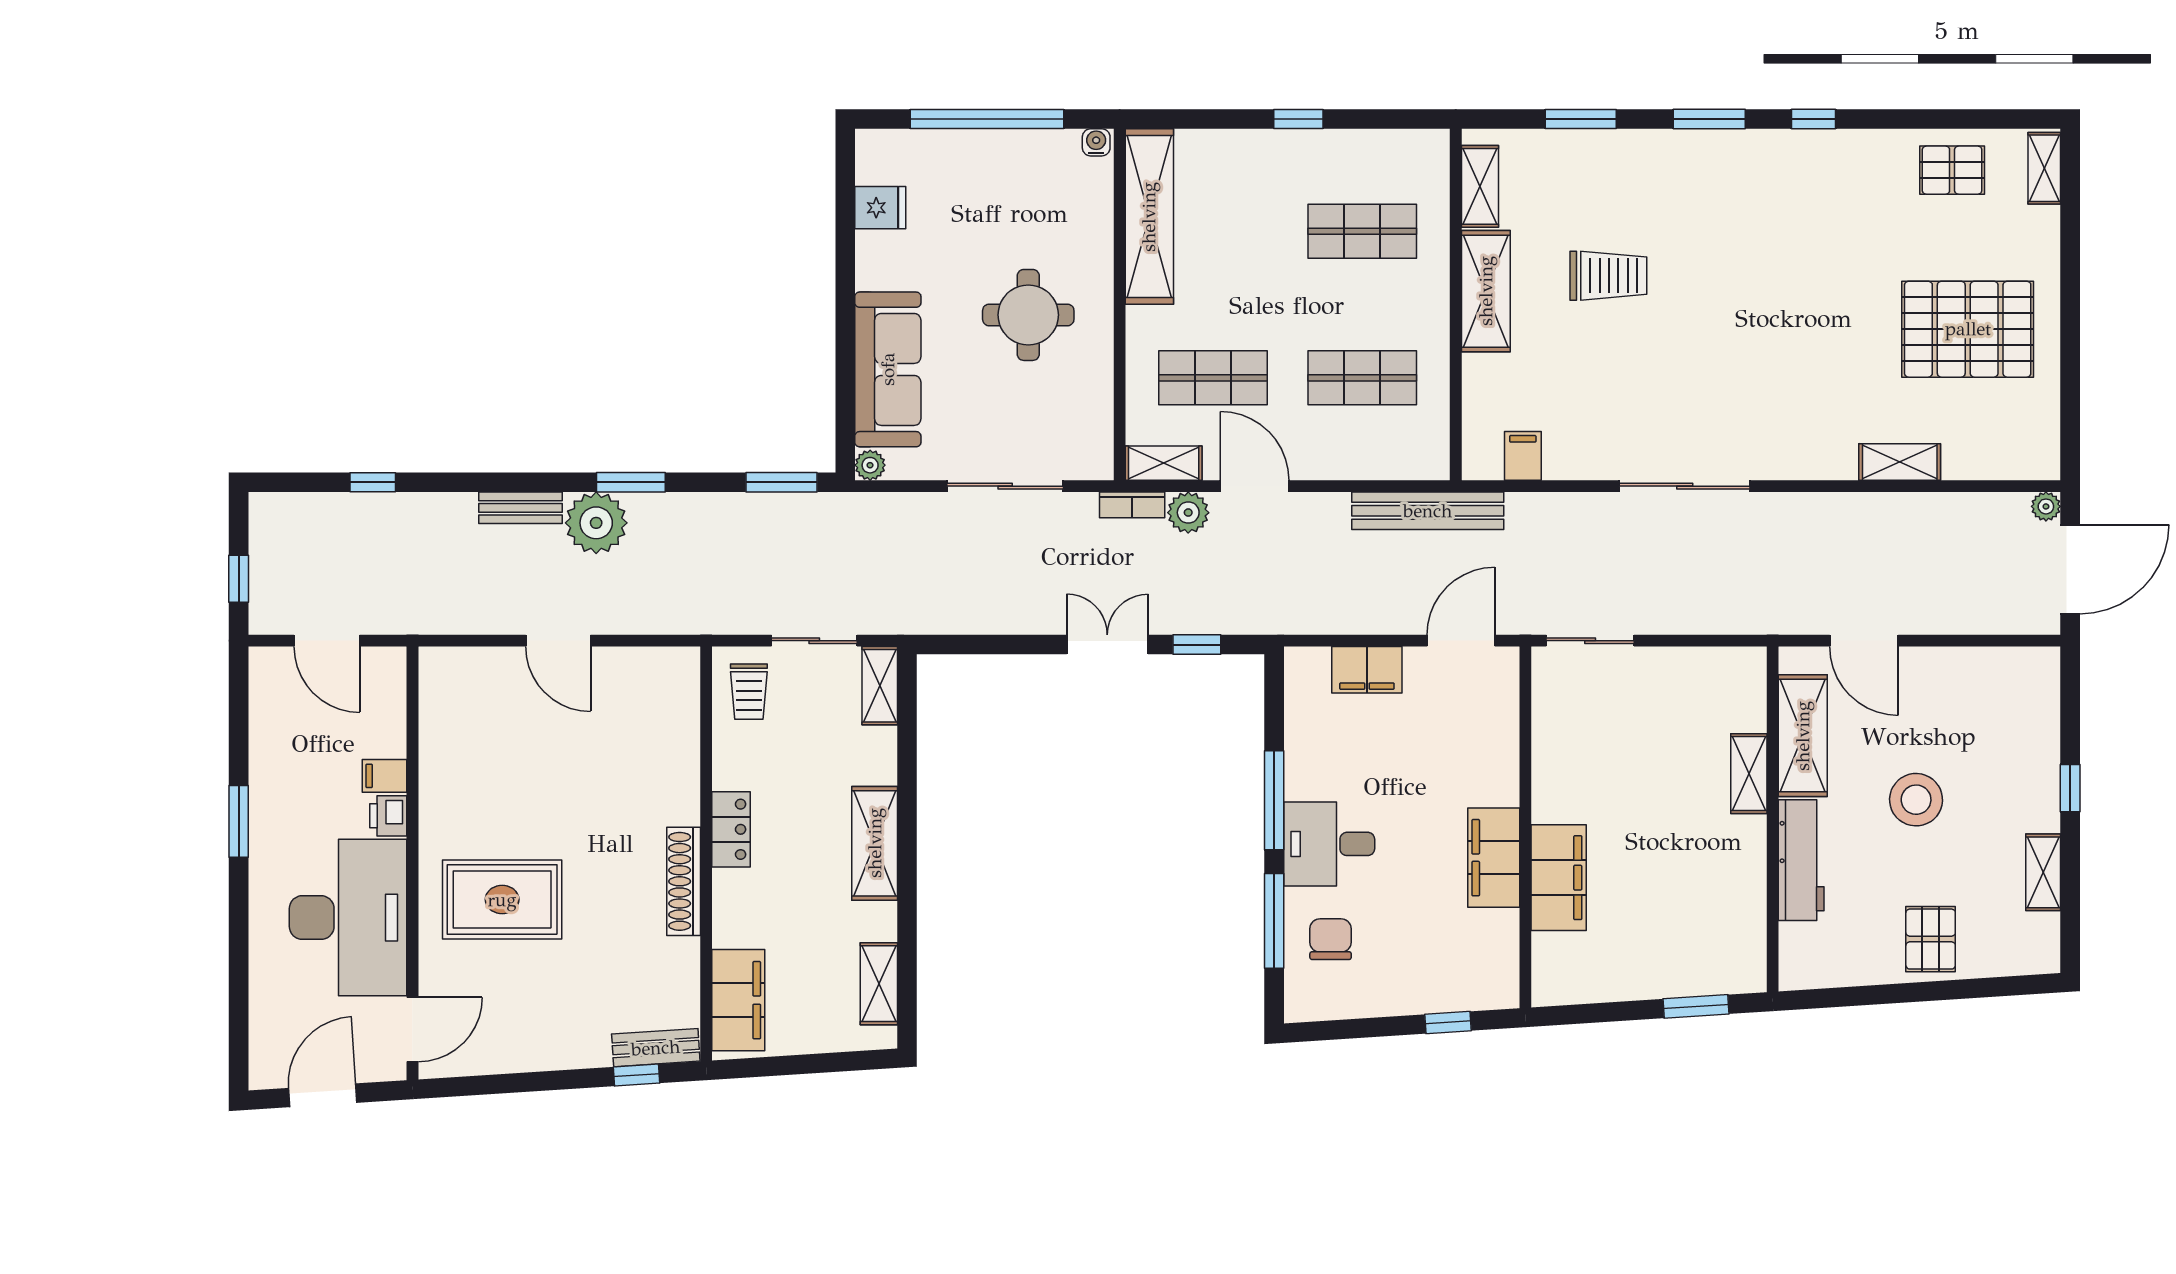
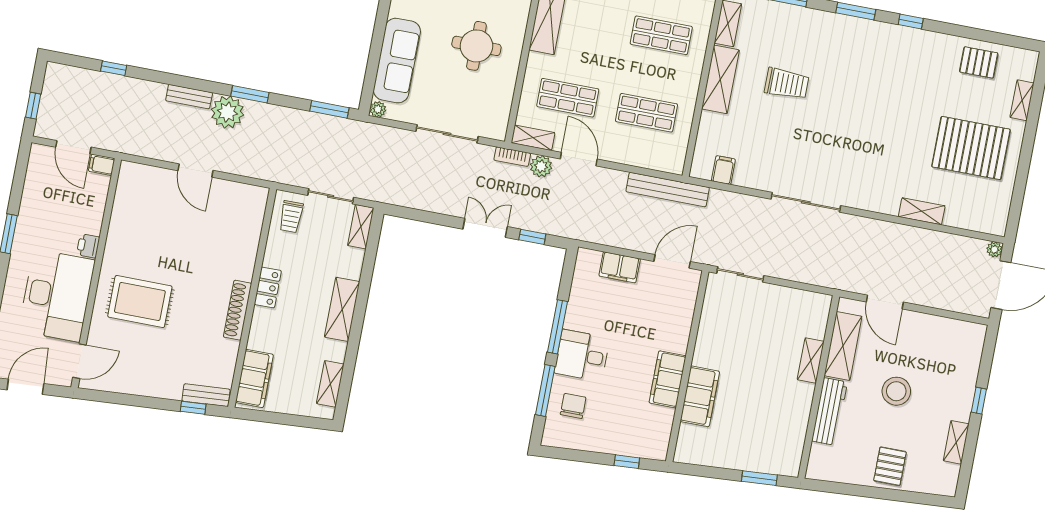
shelving: (2044, 168) -> (1022, 100), moved
filing cabinet: (385, 776) -> (102, 165), moved

